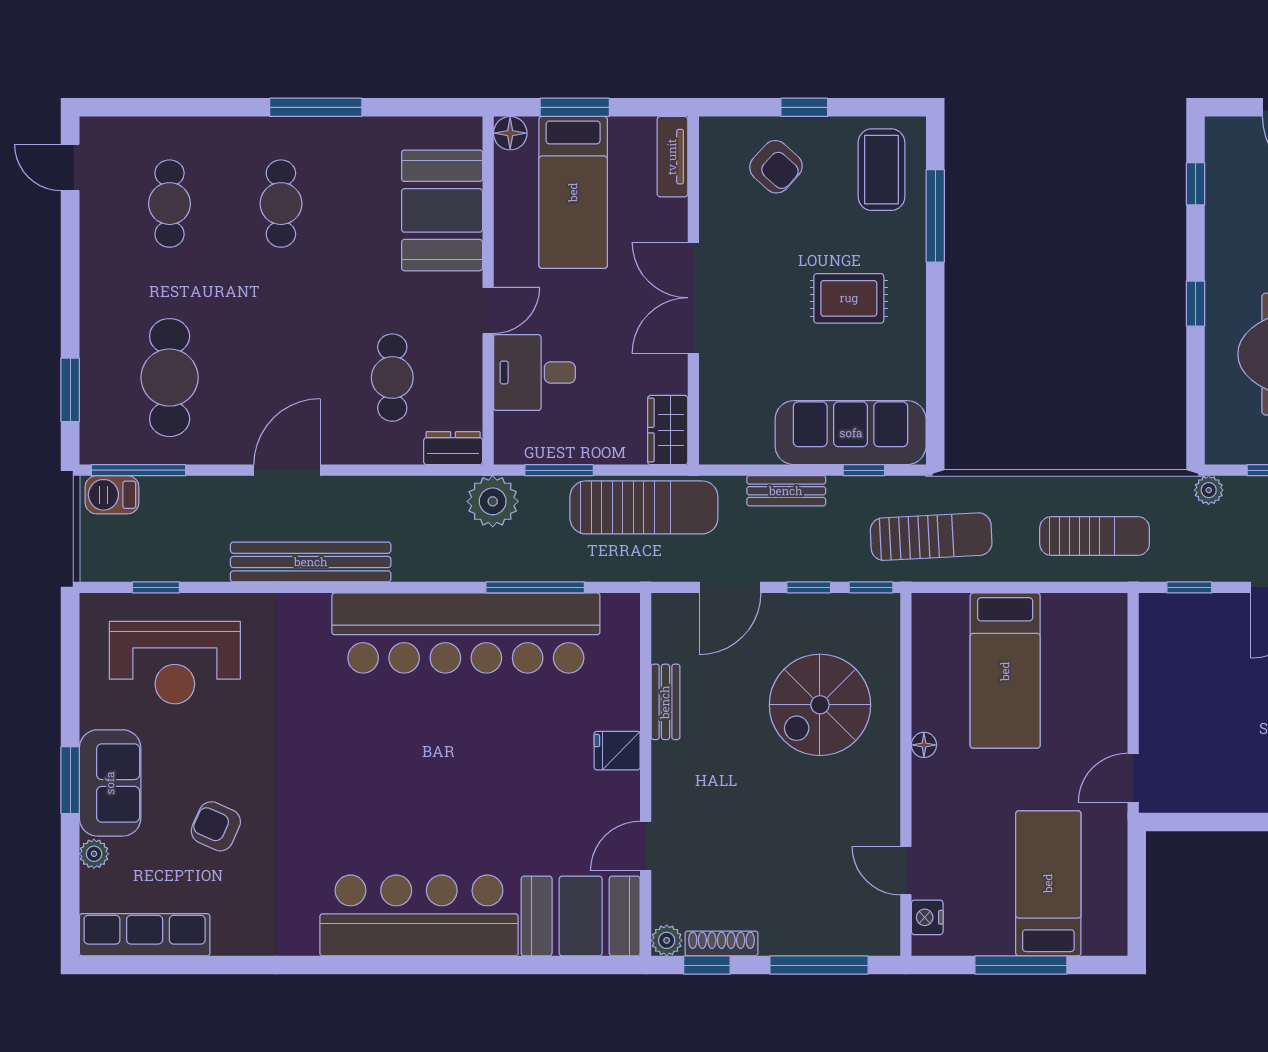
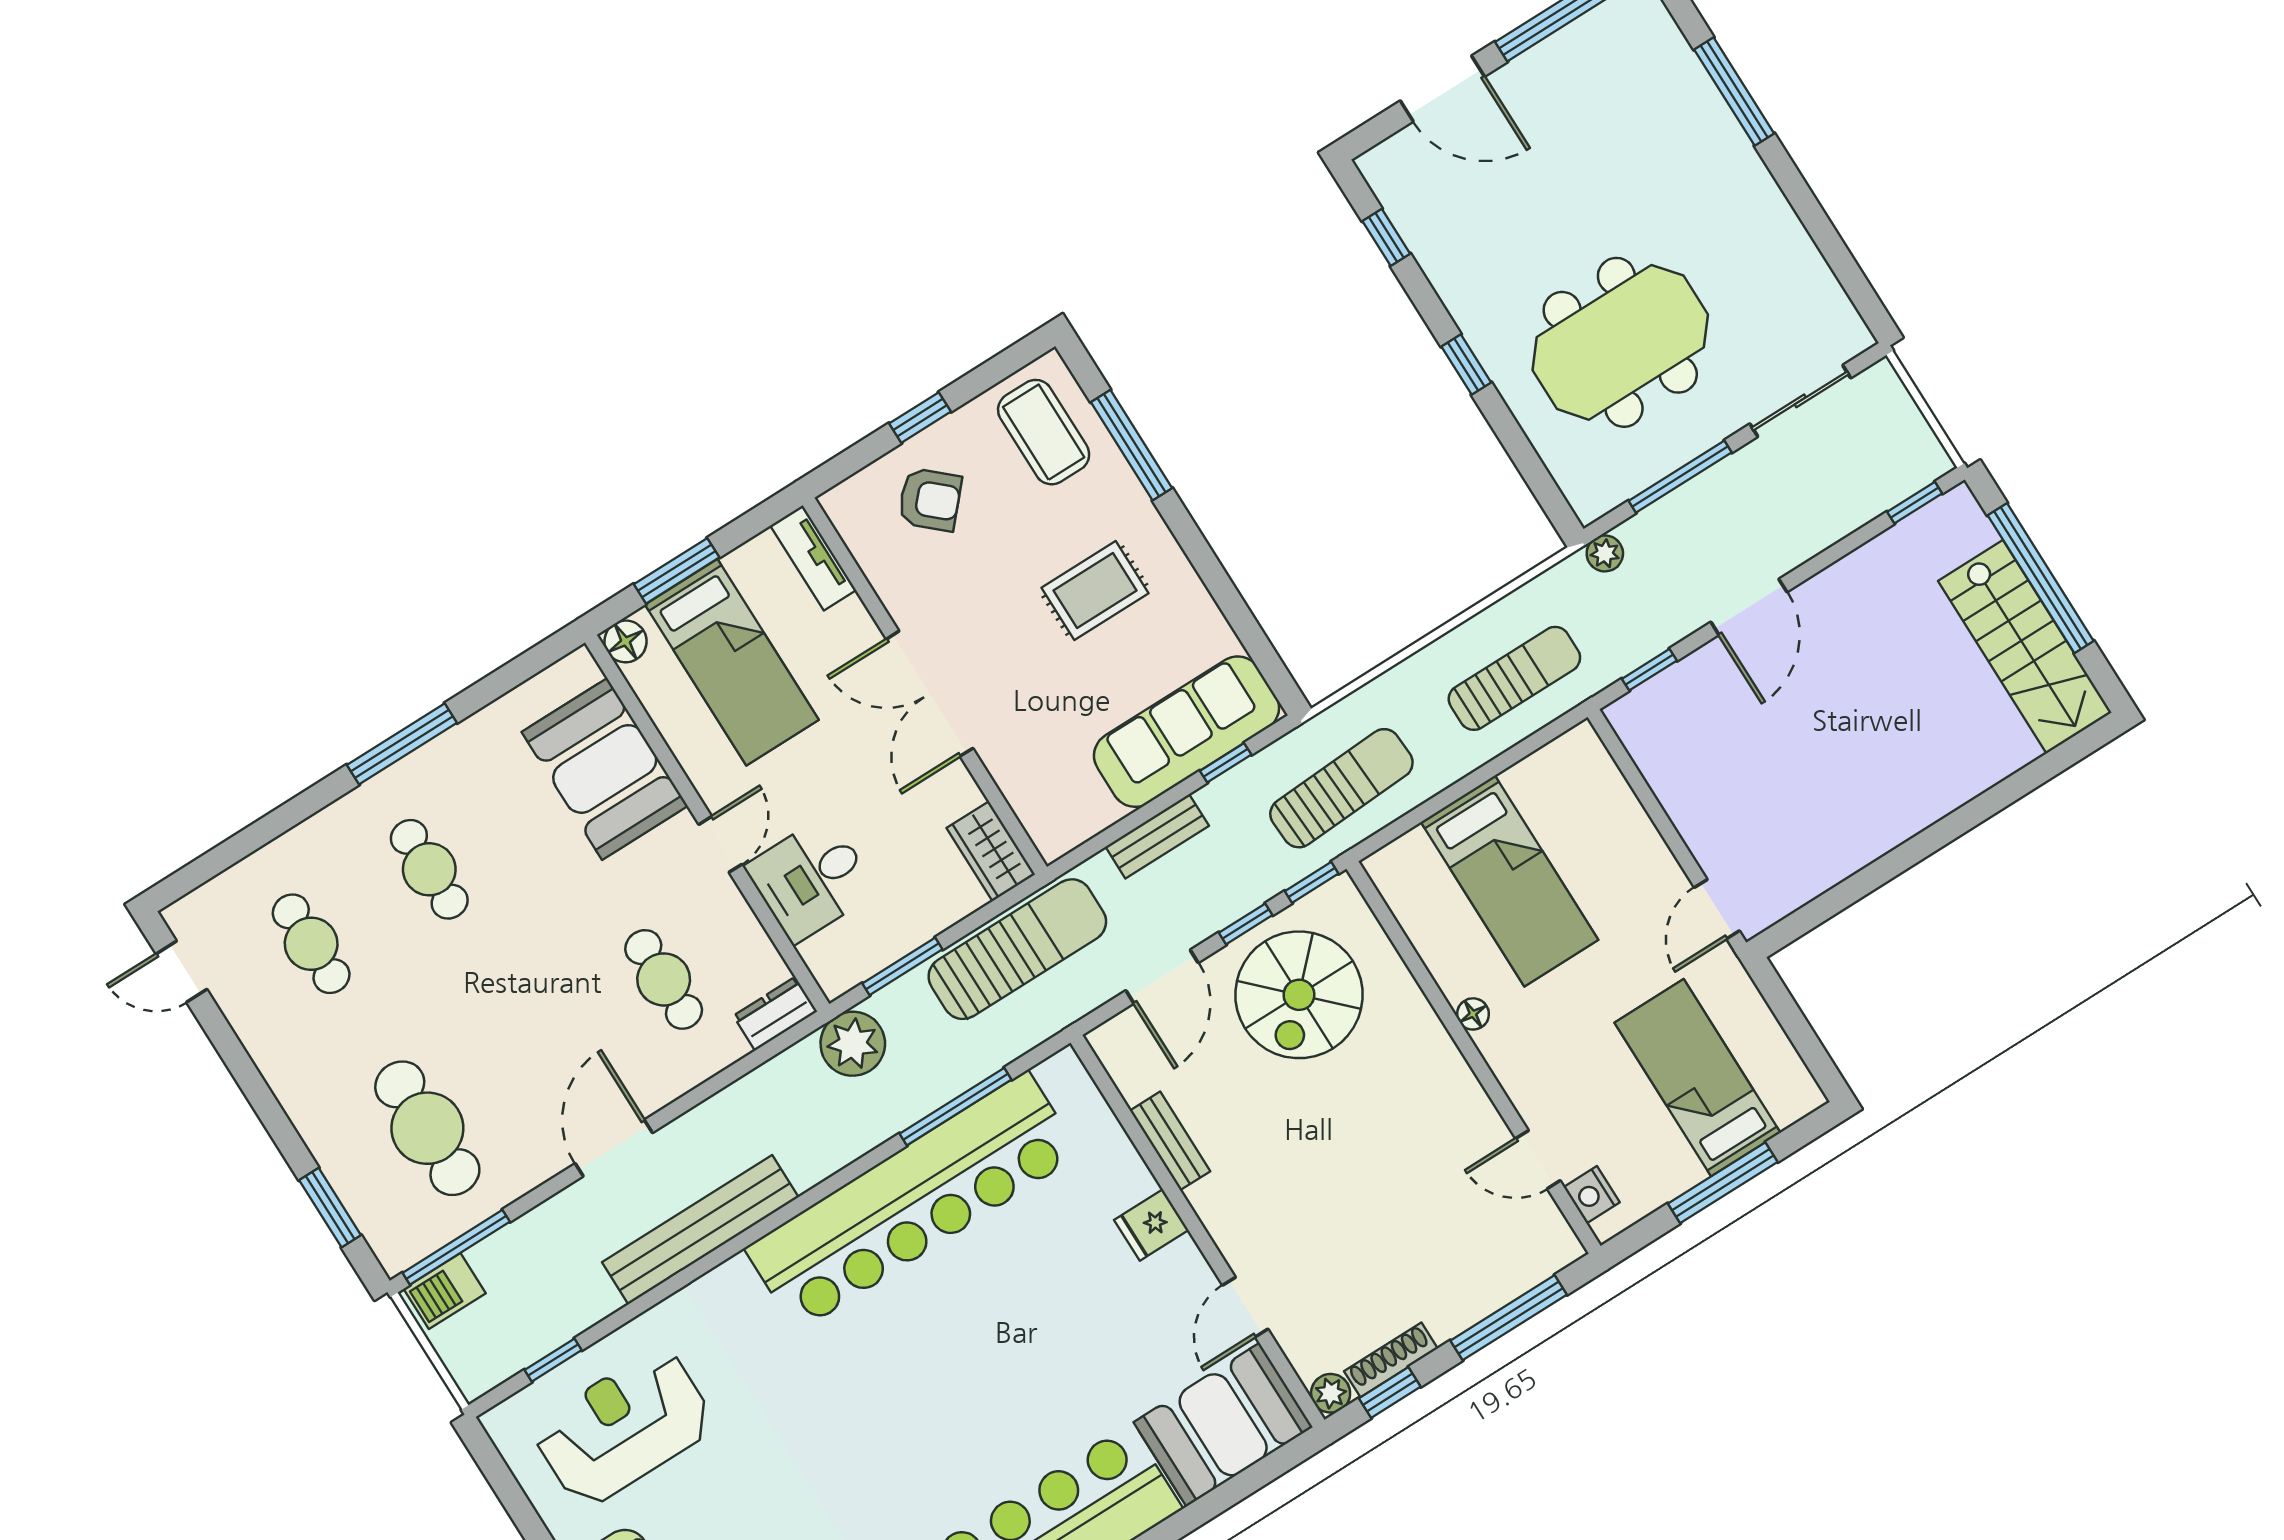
reception desk: (175, 663) -> (623, 1427), turned 180
spiral stairs: (820, 705) -> (1299, 995), moved

